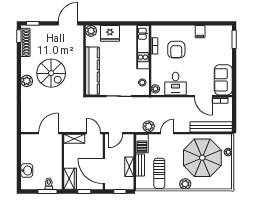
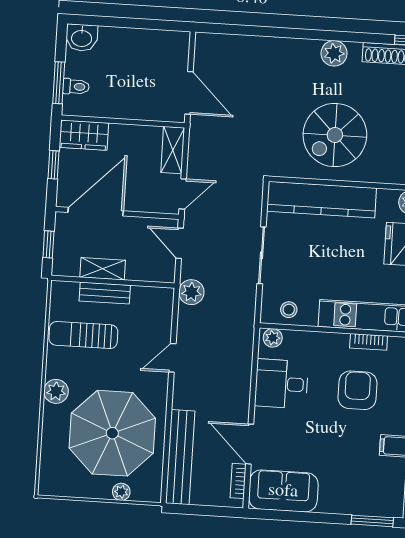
armchair: (176, 50) -> (357, 390), turned 90
spiral stairs: (51, 73) -> (335, 135), moved
plant: (27, 81) -> (334, 53), moved
door: (203, 96) -> (250, 444), hinge flipped
plant: (149, 126) -> (191, 292), moved
door: (167, 133) -> (172, 358), swing flipped
barbecue: (142, 144) -> (152, 300), removed
washbasin: (27, 171) -> (82, 38), moved

